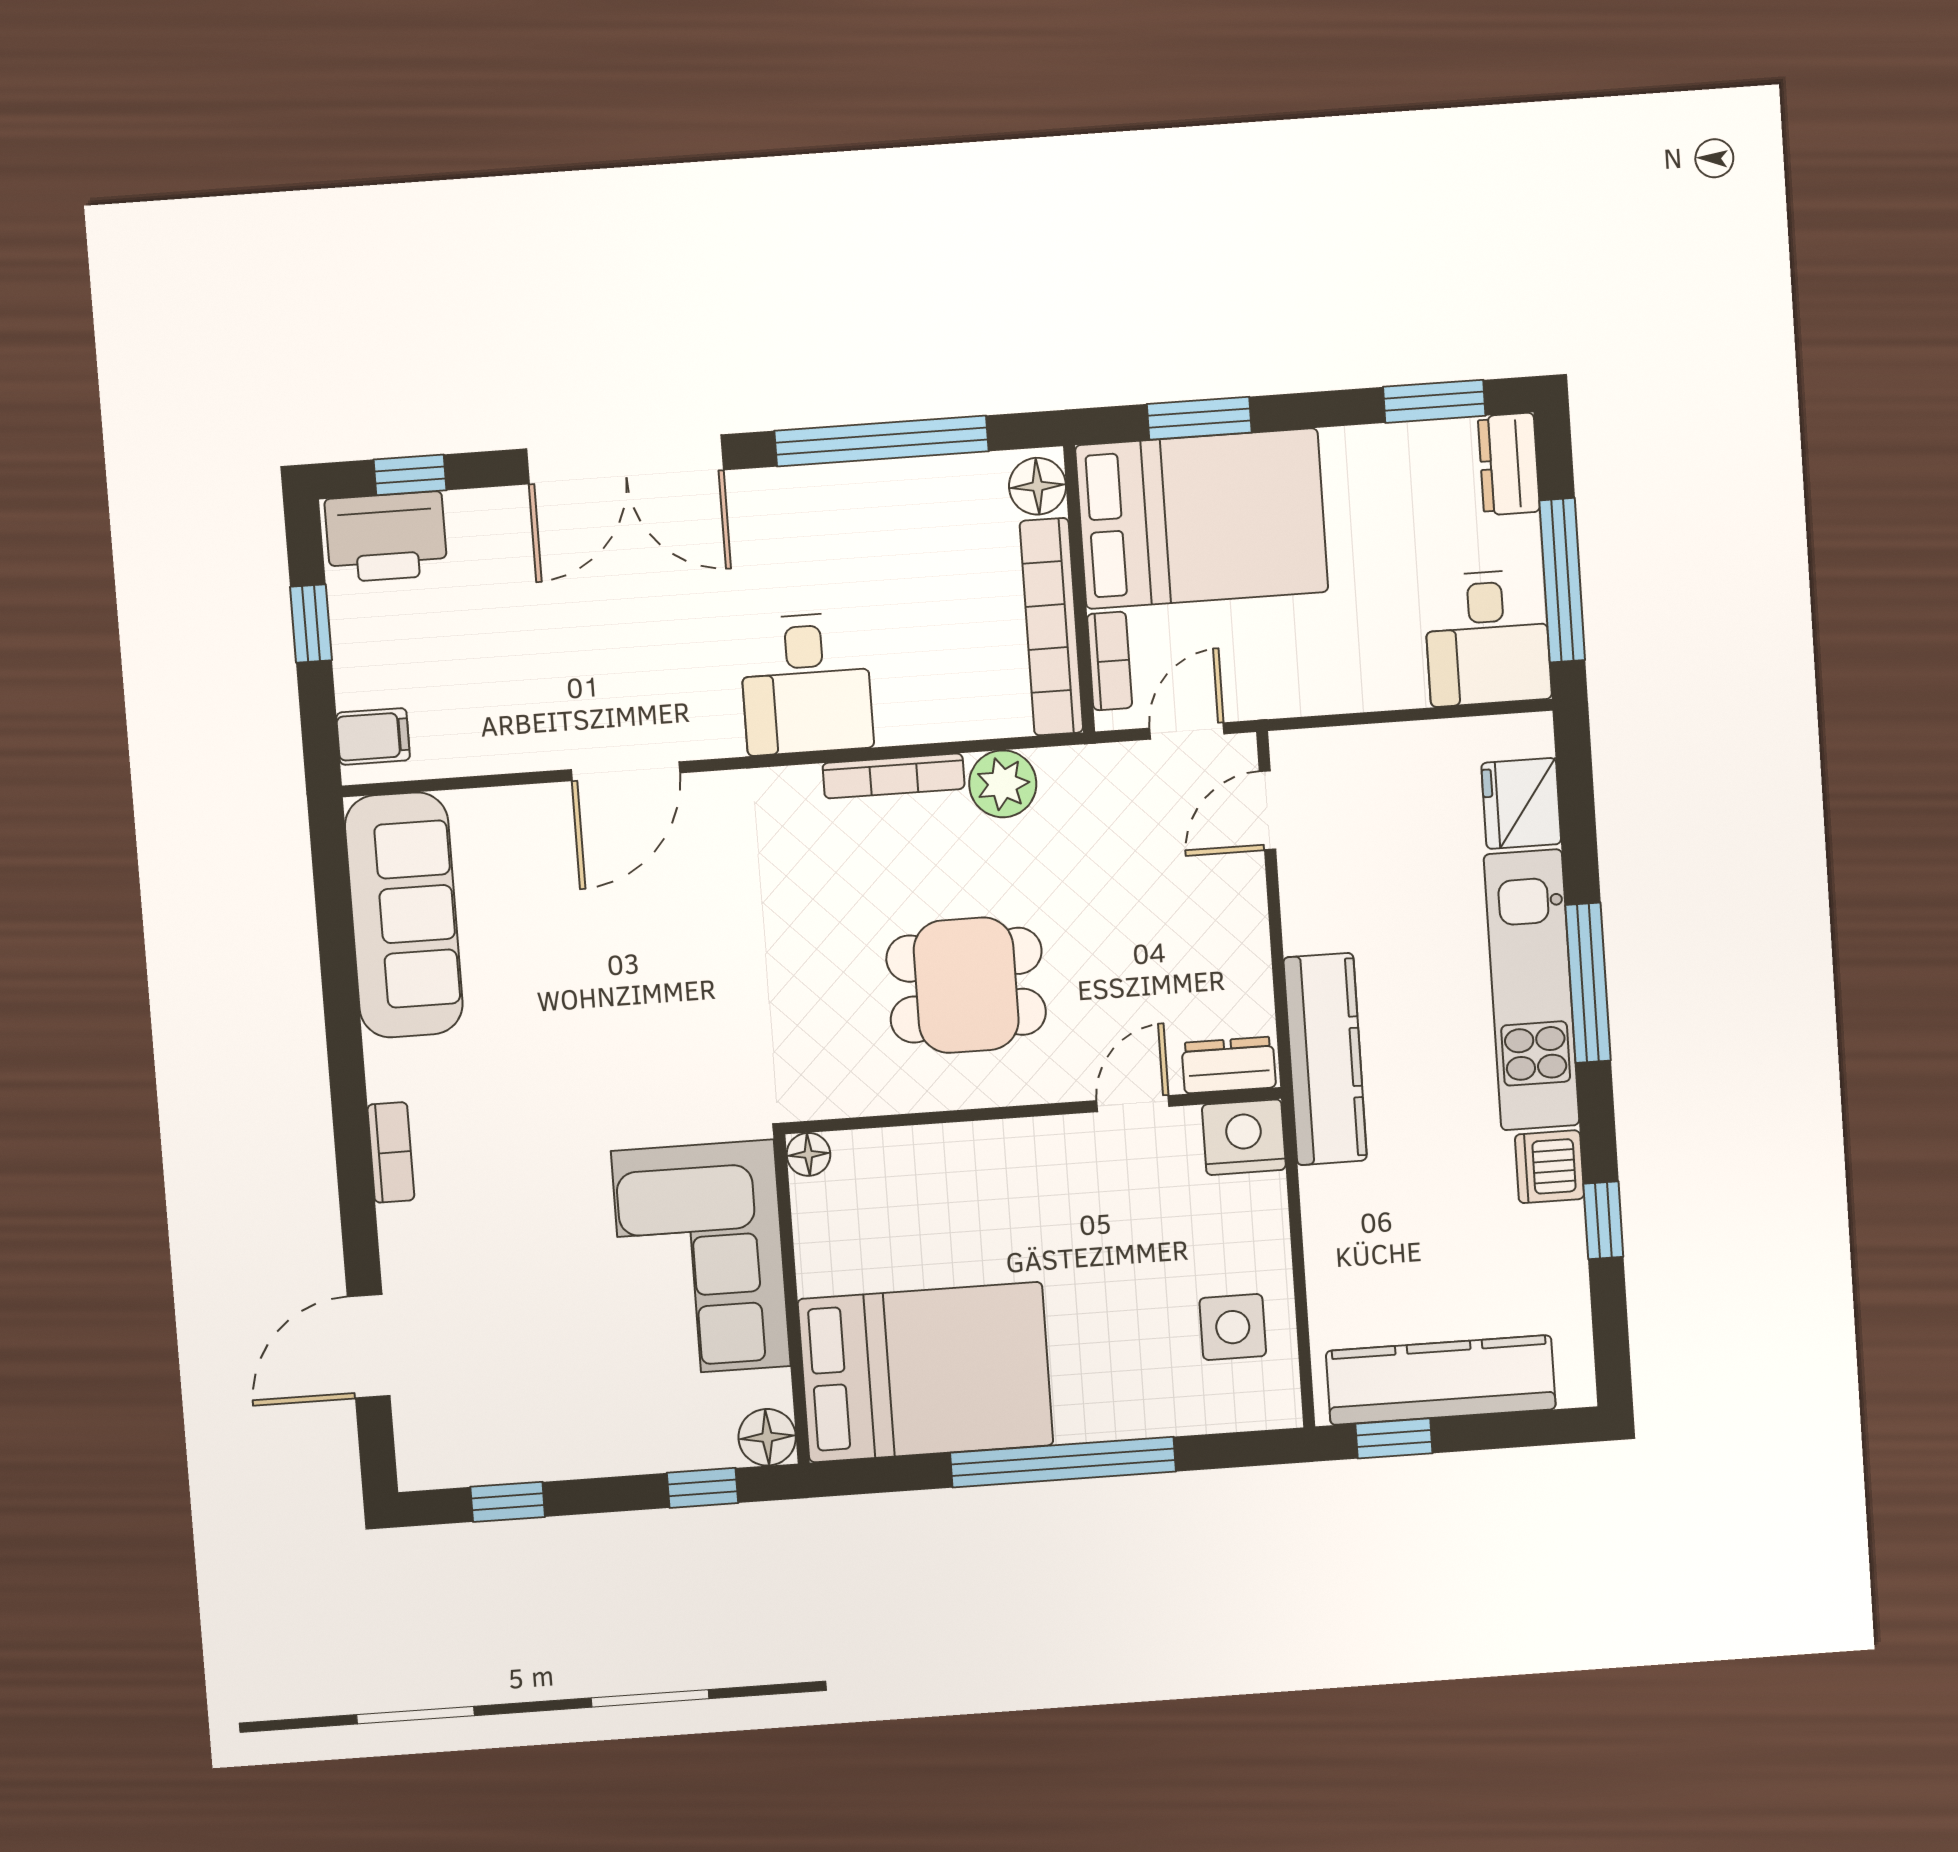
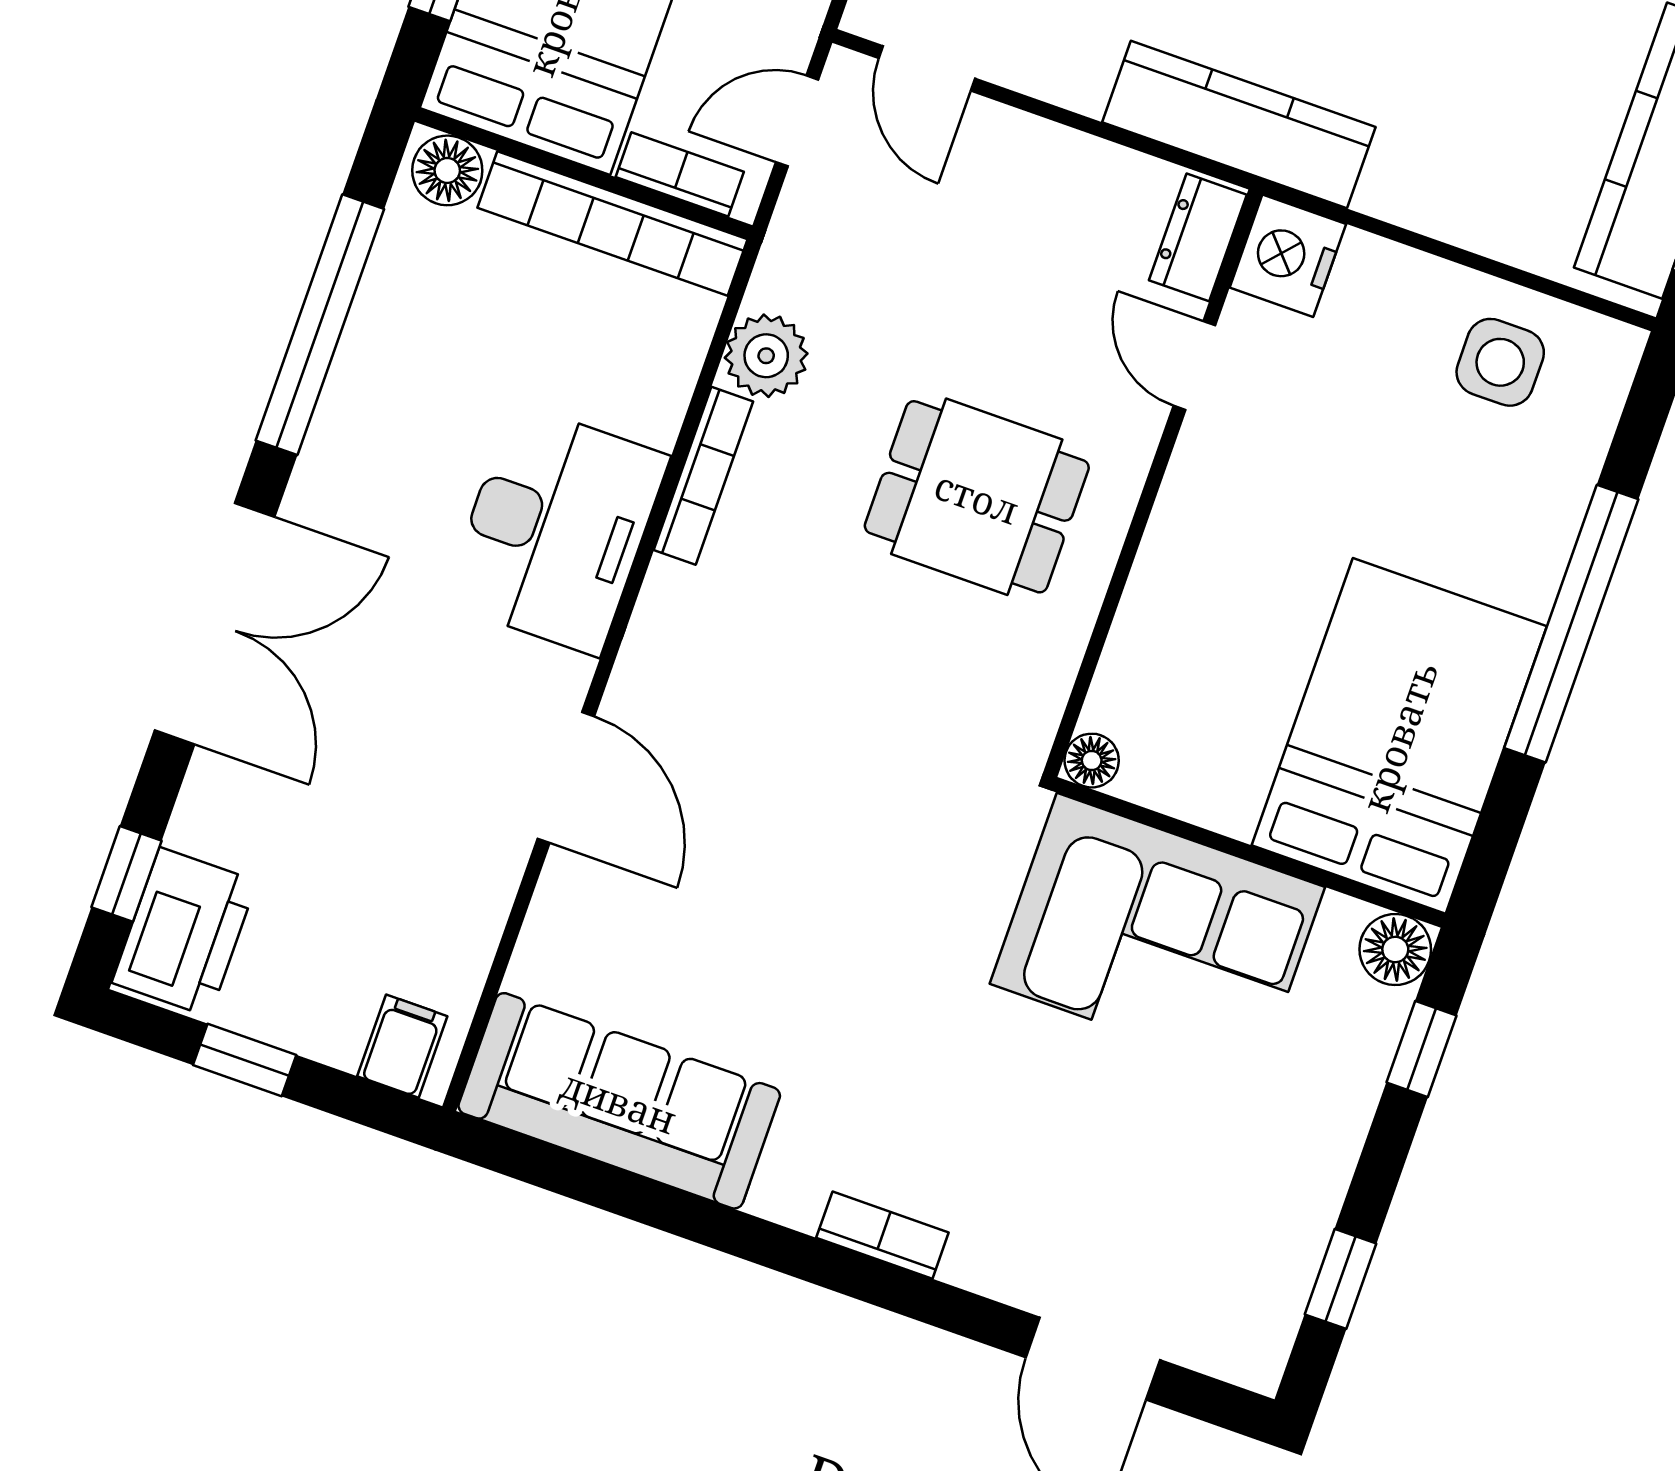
desk: (806, 684) -> (556, 529), width x1.37
door: (1187, 731) -> (797, 121), hinge flipped
dining table: (966, 985) -> (977, 497), turned 90

